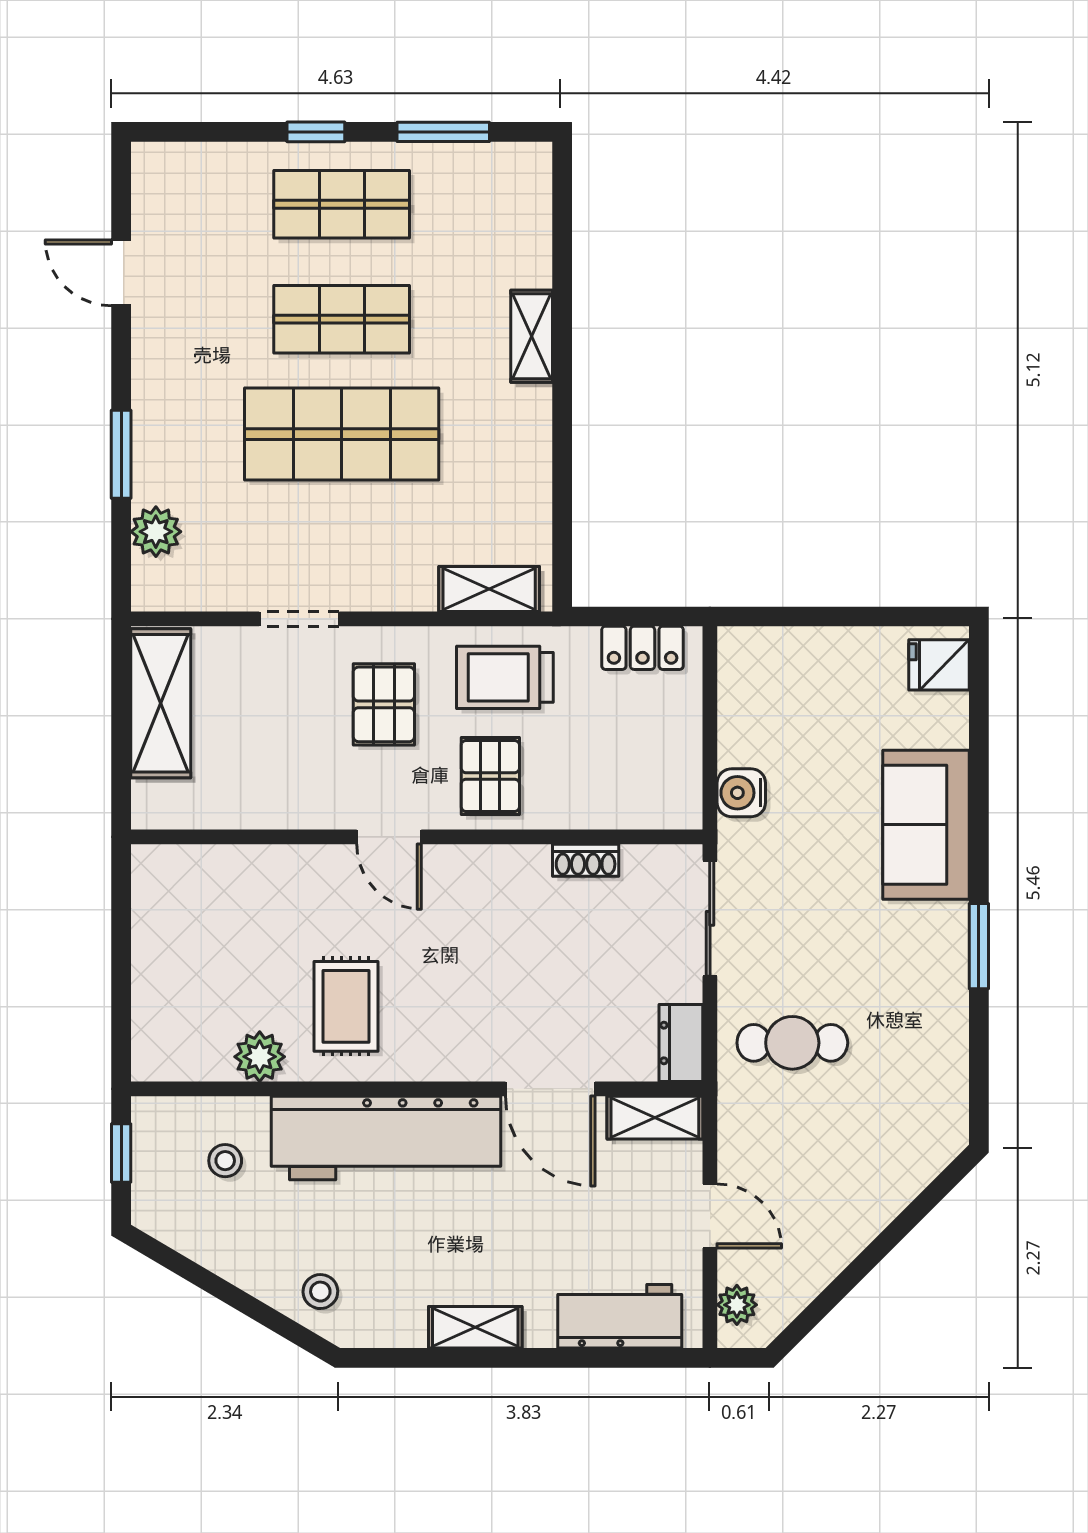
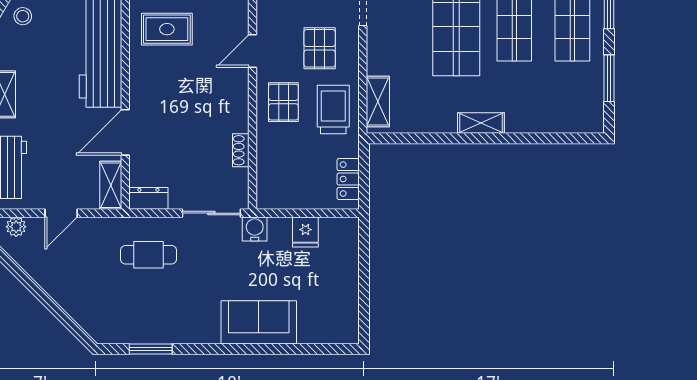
shelving: (532, 336) -> (481, 123), moved
fridge: (939, 665) -> (305, 232), moved, turned 180
pallet: (384, 704) -> (320, 48), turned 90
pallet: (490, 776) -> (283, 102), turned 90
water cooler: (741, 793) -> (255, 229), moved
window: (979, 946) -> (151, 349), moved
cafe table: (792, 1043) -> (149, 255), turned 90

